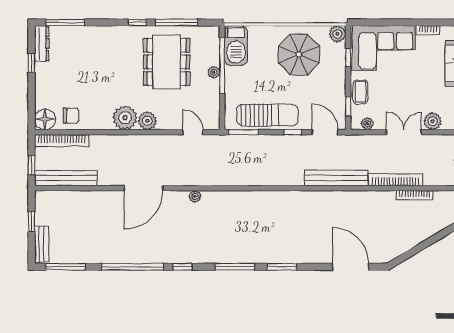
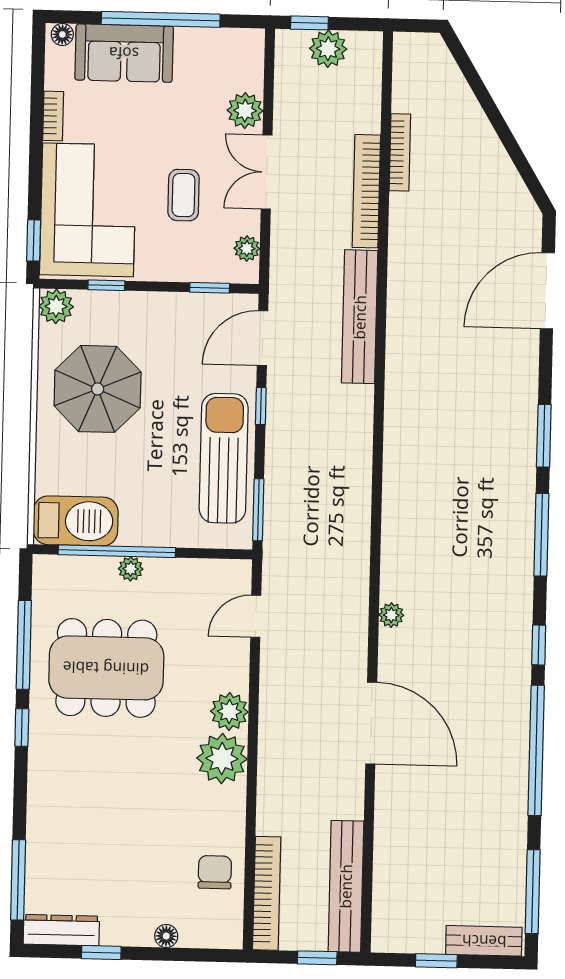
window: (369, 22) -> (34, 240), added
coffee table: (360, 92) -> (184, 195), moved, turned 90
floor lamp: (45, 119) -> (166, 936), moved, width x0.53, depth x0.53

